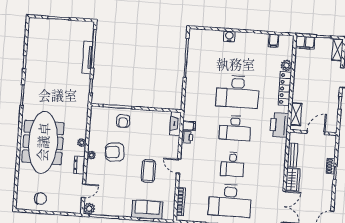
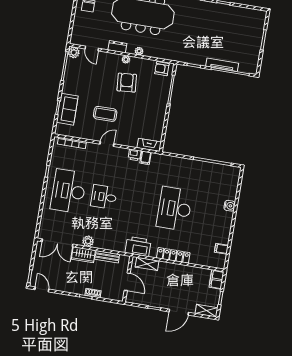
plant: (286, 65) -> (88, 241), moved
armchair: (123, 121) -> (162, 69), moved
desk: (235, 128) -> (139, 203), removed

